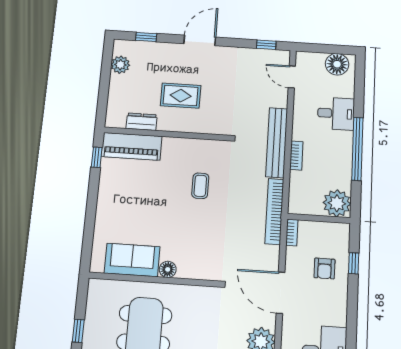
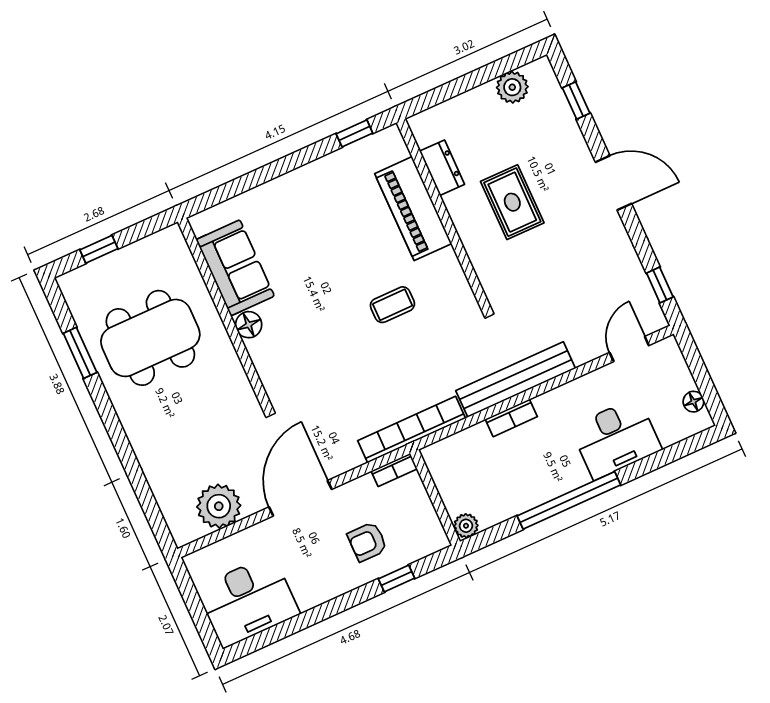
floor lamp: (337, 64) -> (693, 402), width x0.53, depth x0.53
desk: (336, 114) -> (616, 438), width x1.37
piano: (132, 146) -> (413, 209), moved
plant: (337, 203) -> (466, 526), width x0.53, depth x0.53

